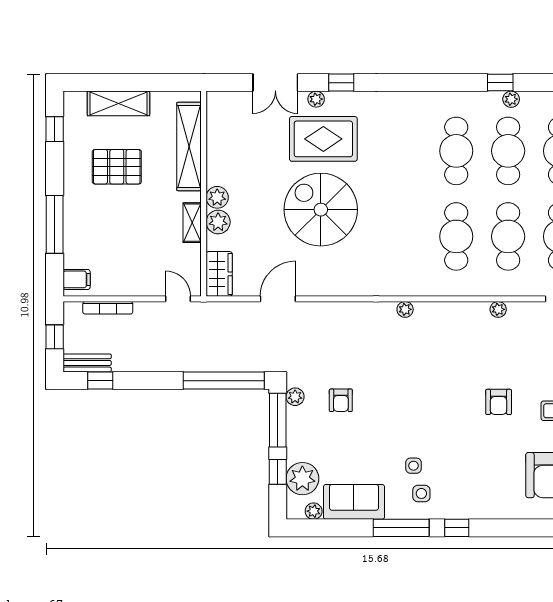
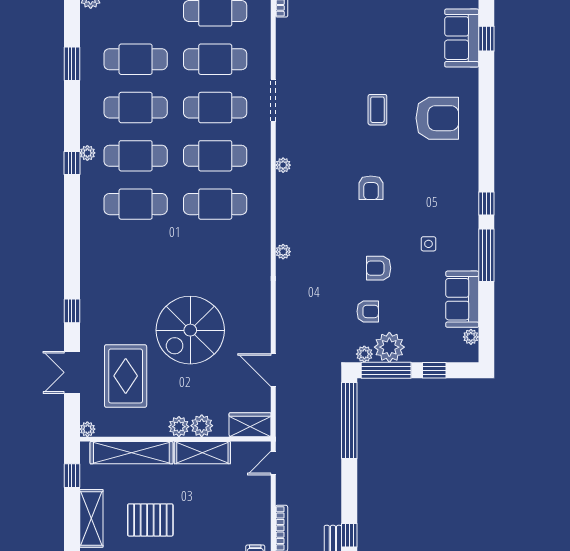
window: (164, 83) -> (72, 476), added
double door: (275, 83) -> (72, 372), swing flipped
plant: (316, 99) -> (87, 429), moved
rug: (323, 139) -> (126, 376), moved
pallet: (117, 167) -> (150, 520), turned 90
shelving: (192, 223) -> (202, 453), width x1.50, depth x1.33
armchair: (499, 402) -> (371, 188), moved, turned 90
armchair: (387, 412) -> (379, 268), added
plant: (302, 479) -> (389, 347), moved
side table: (421, 493) -> (454, 237), removed

